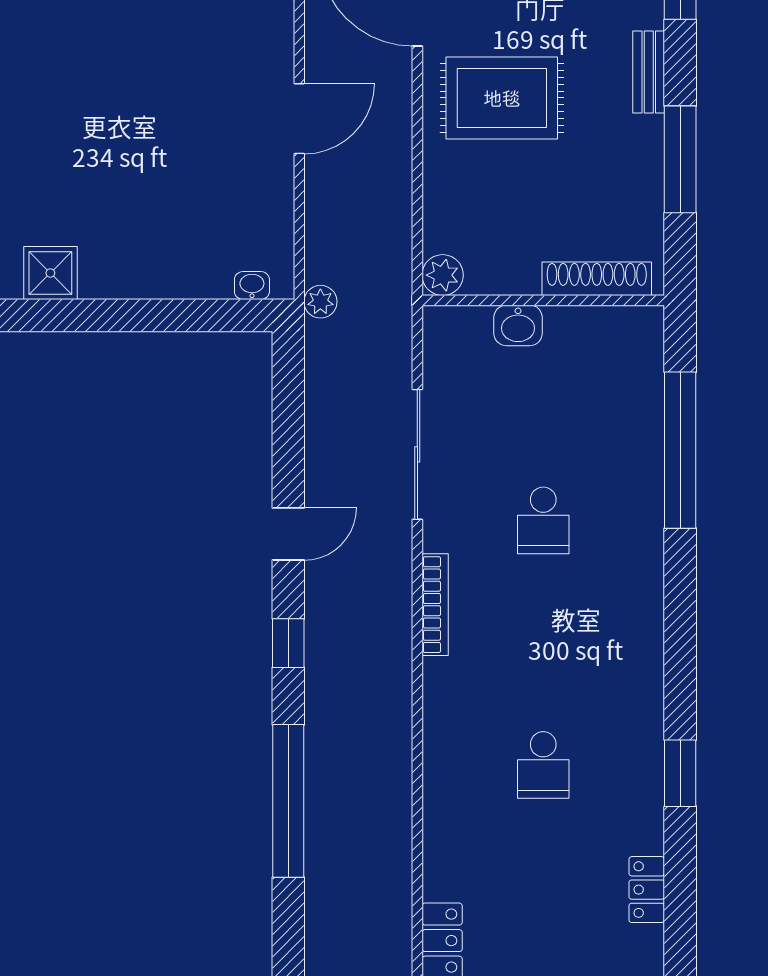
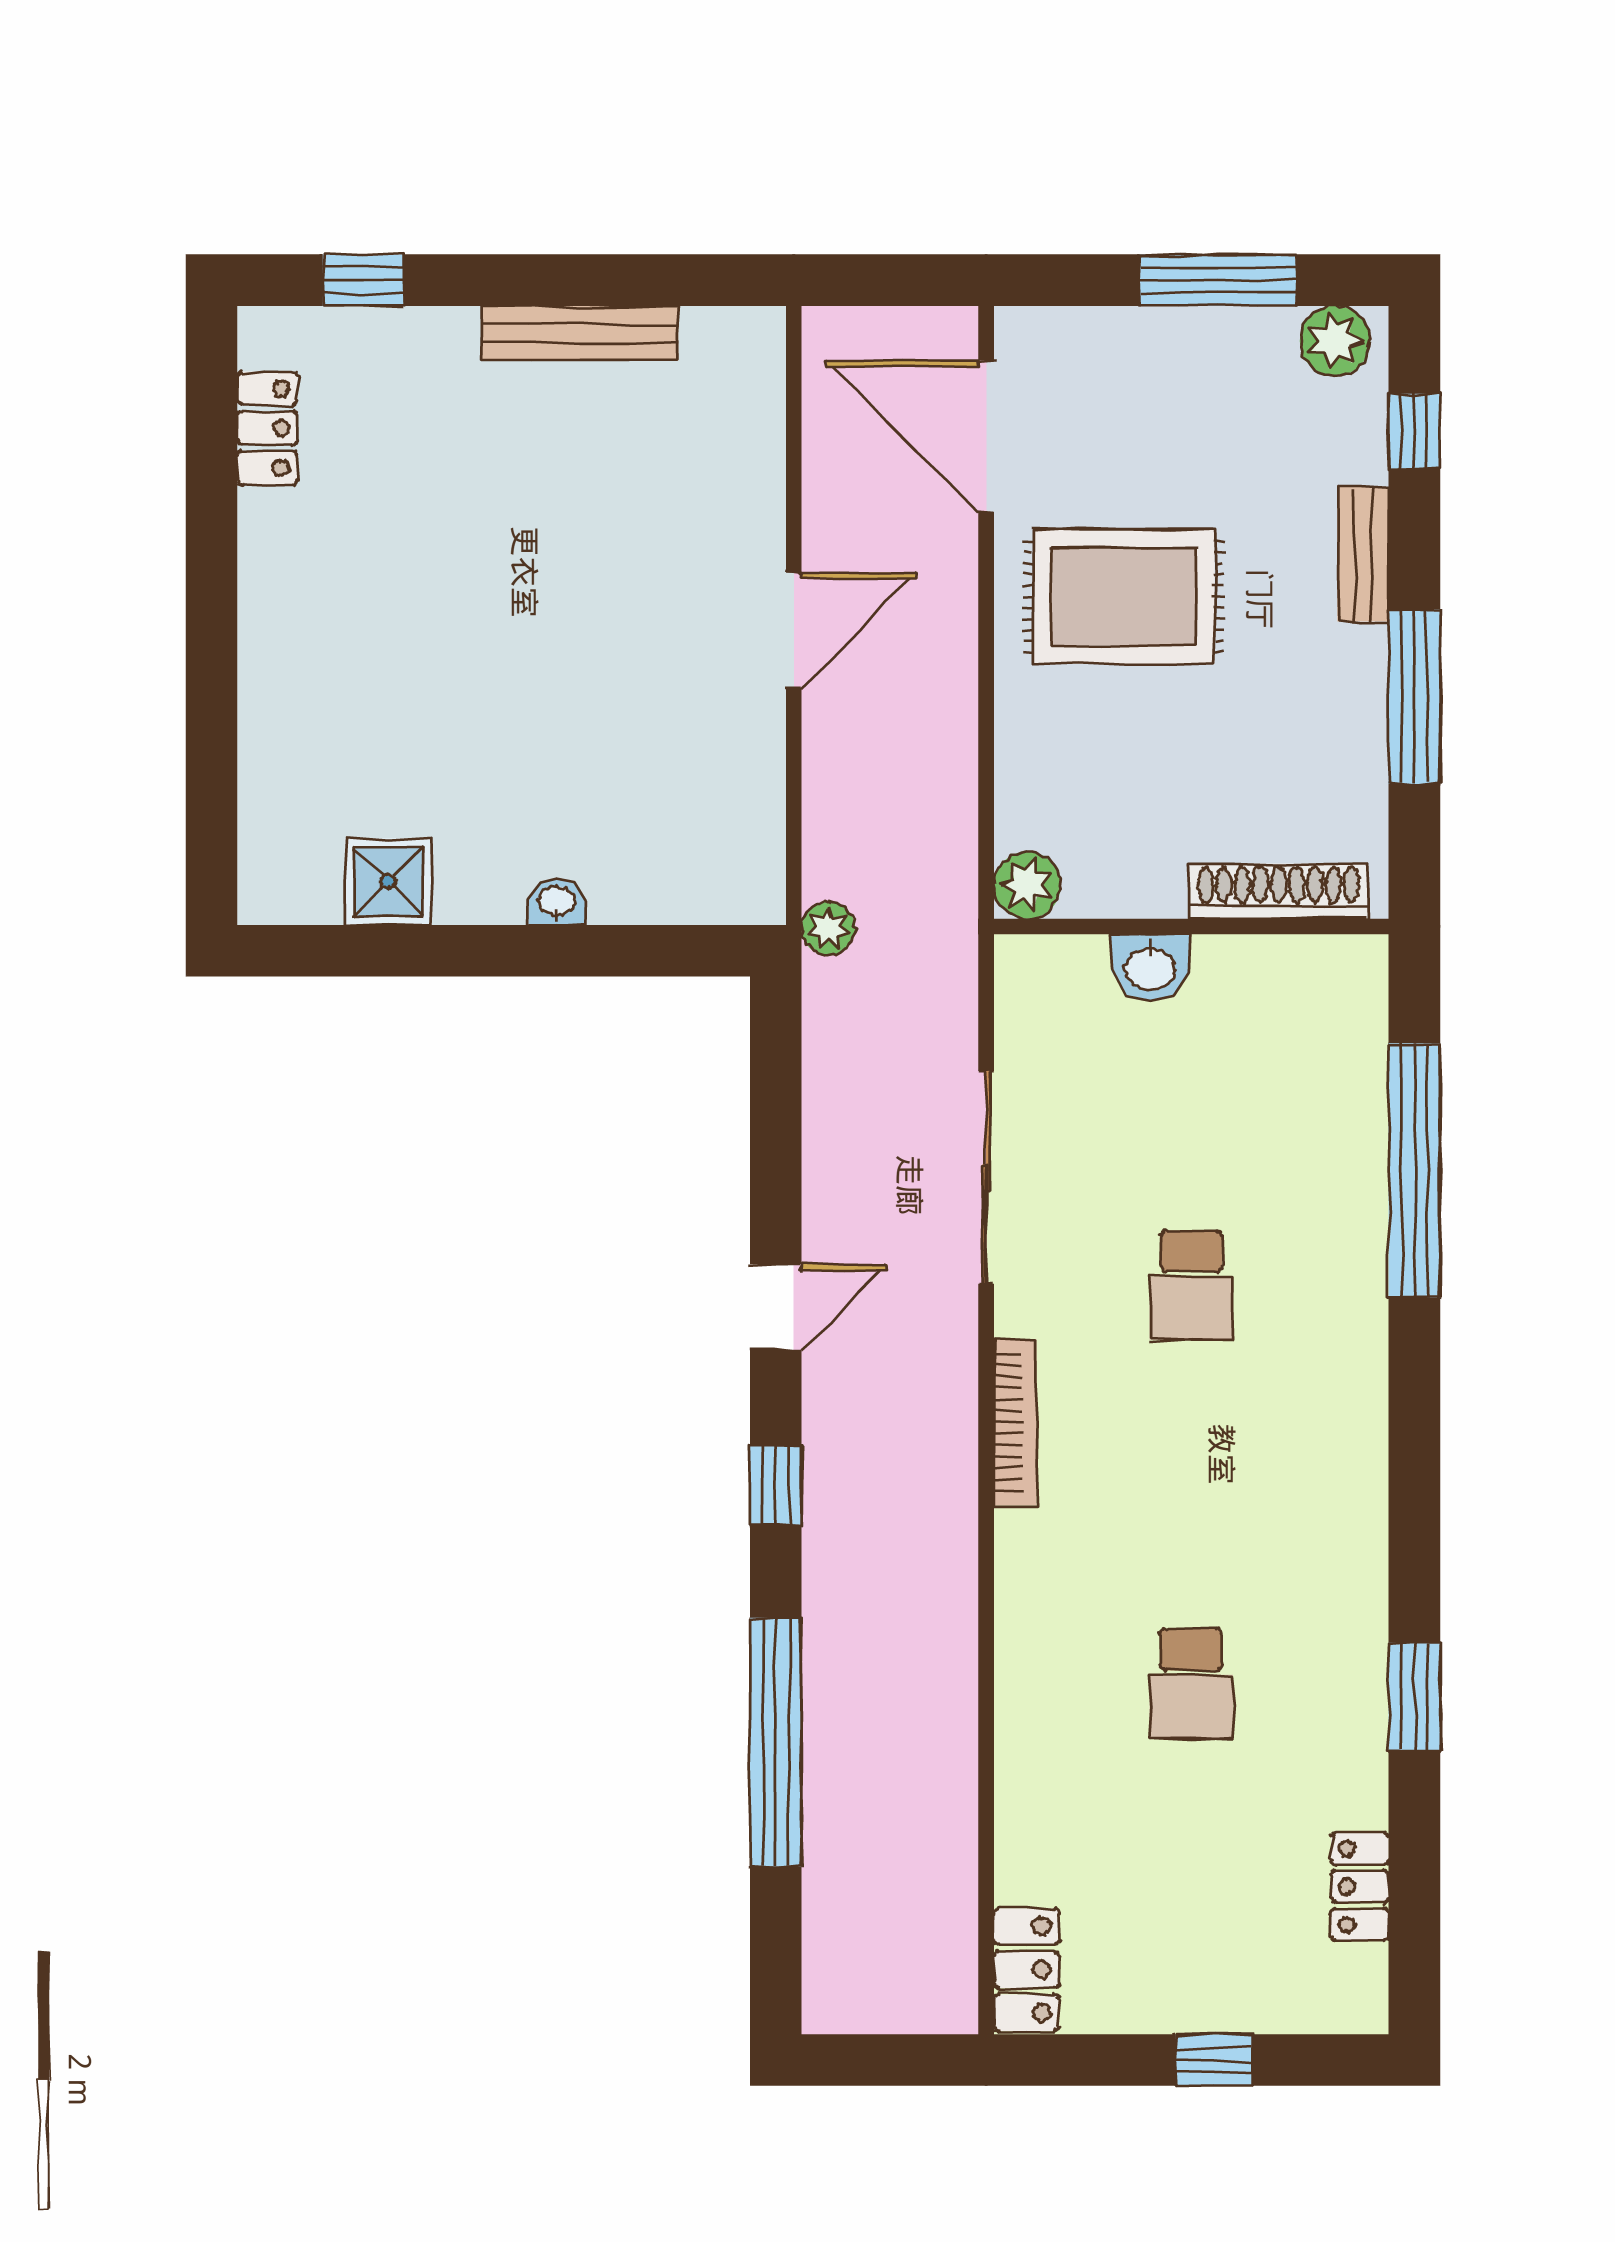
washbasin: (252, 286) -> (557, 902), moved

